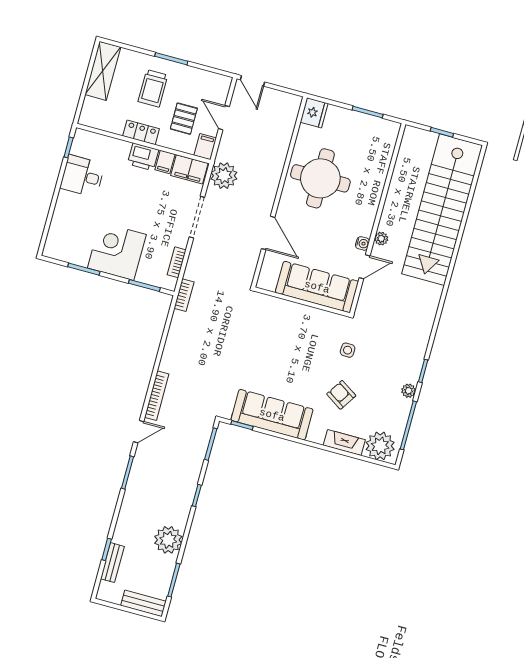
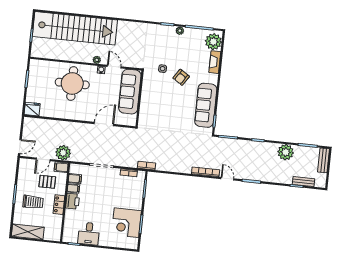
filing cabinet: (189, 169) -> (75, 179), width x0.50
plant: (224, 176) -> (63, 153), moved
round table: (320, 178) -> (72, 83), moved
corner desk: (117, 251) -> (126, 223), moved
armchair: (341, 395) -> (181, 77), moved

